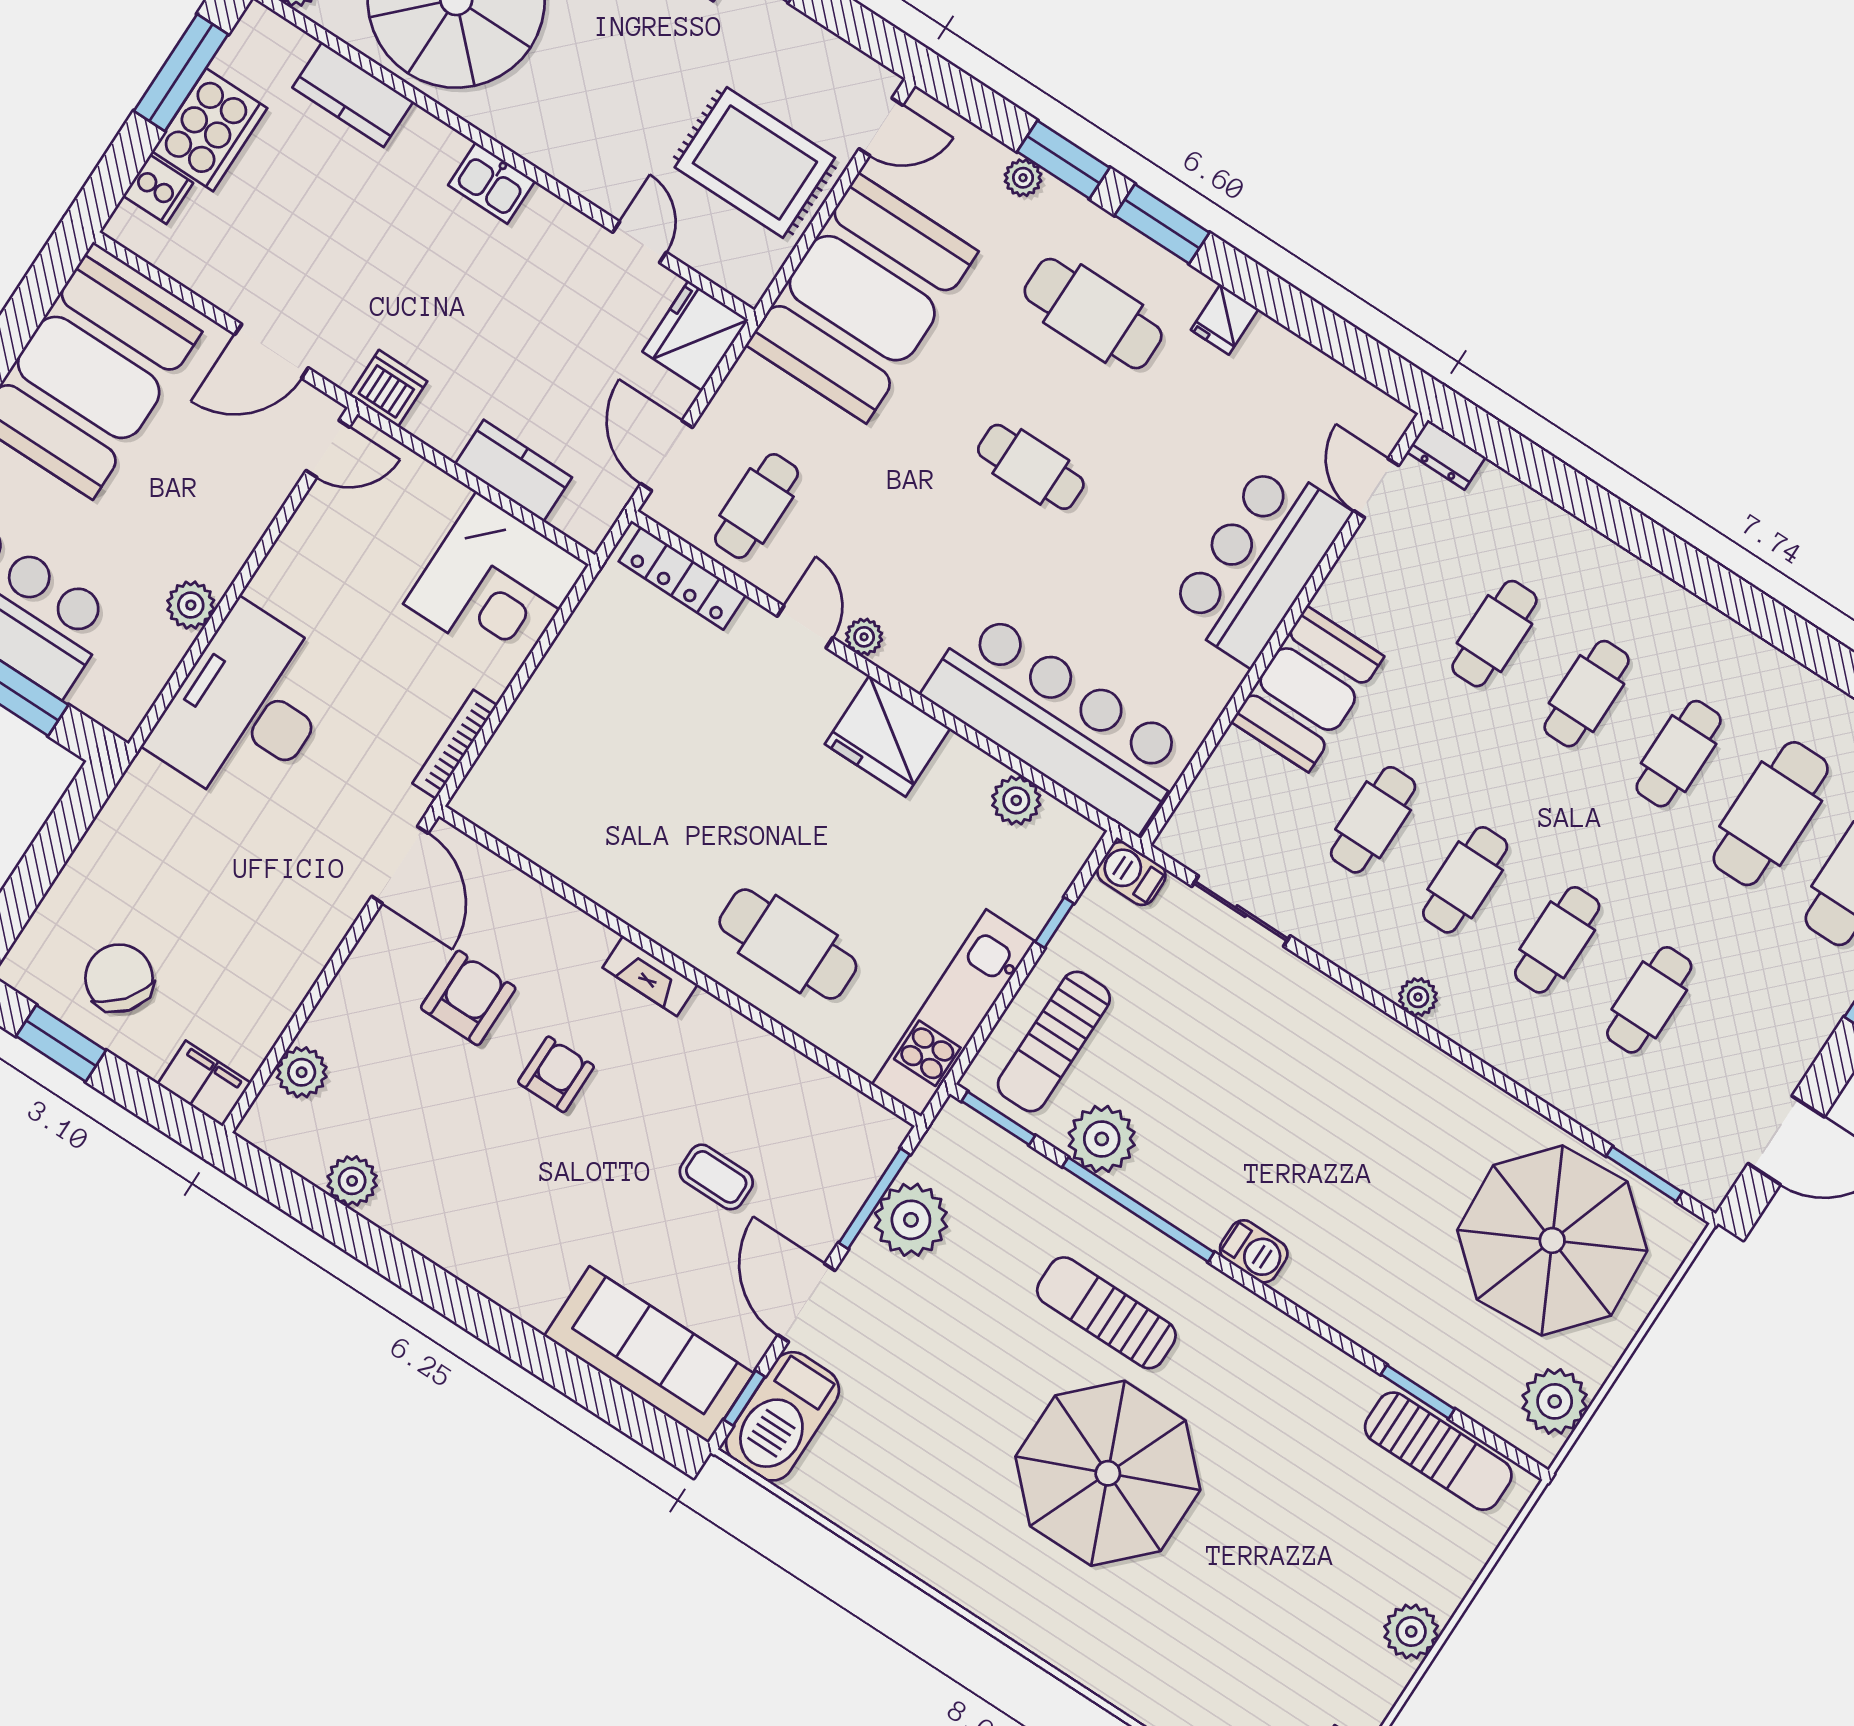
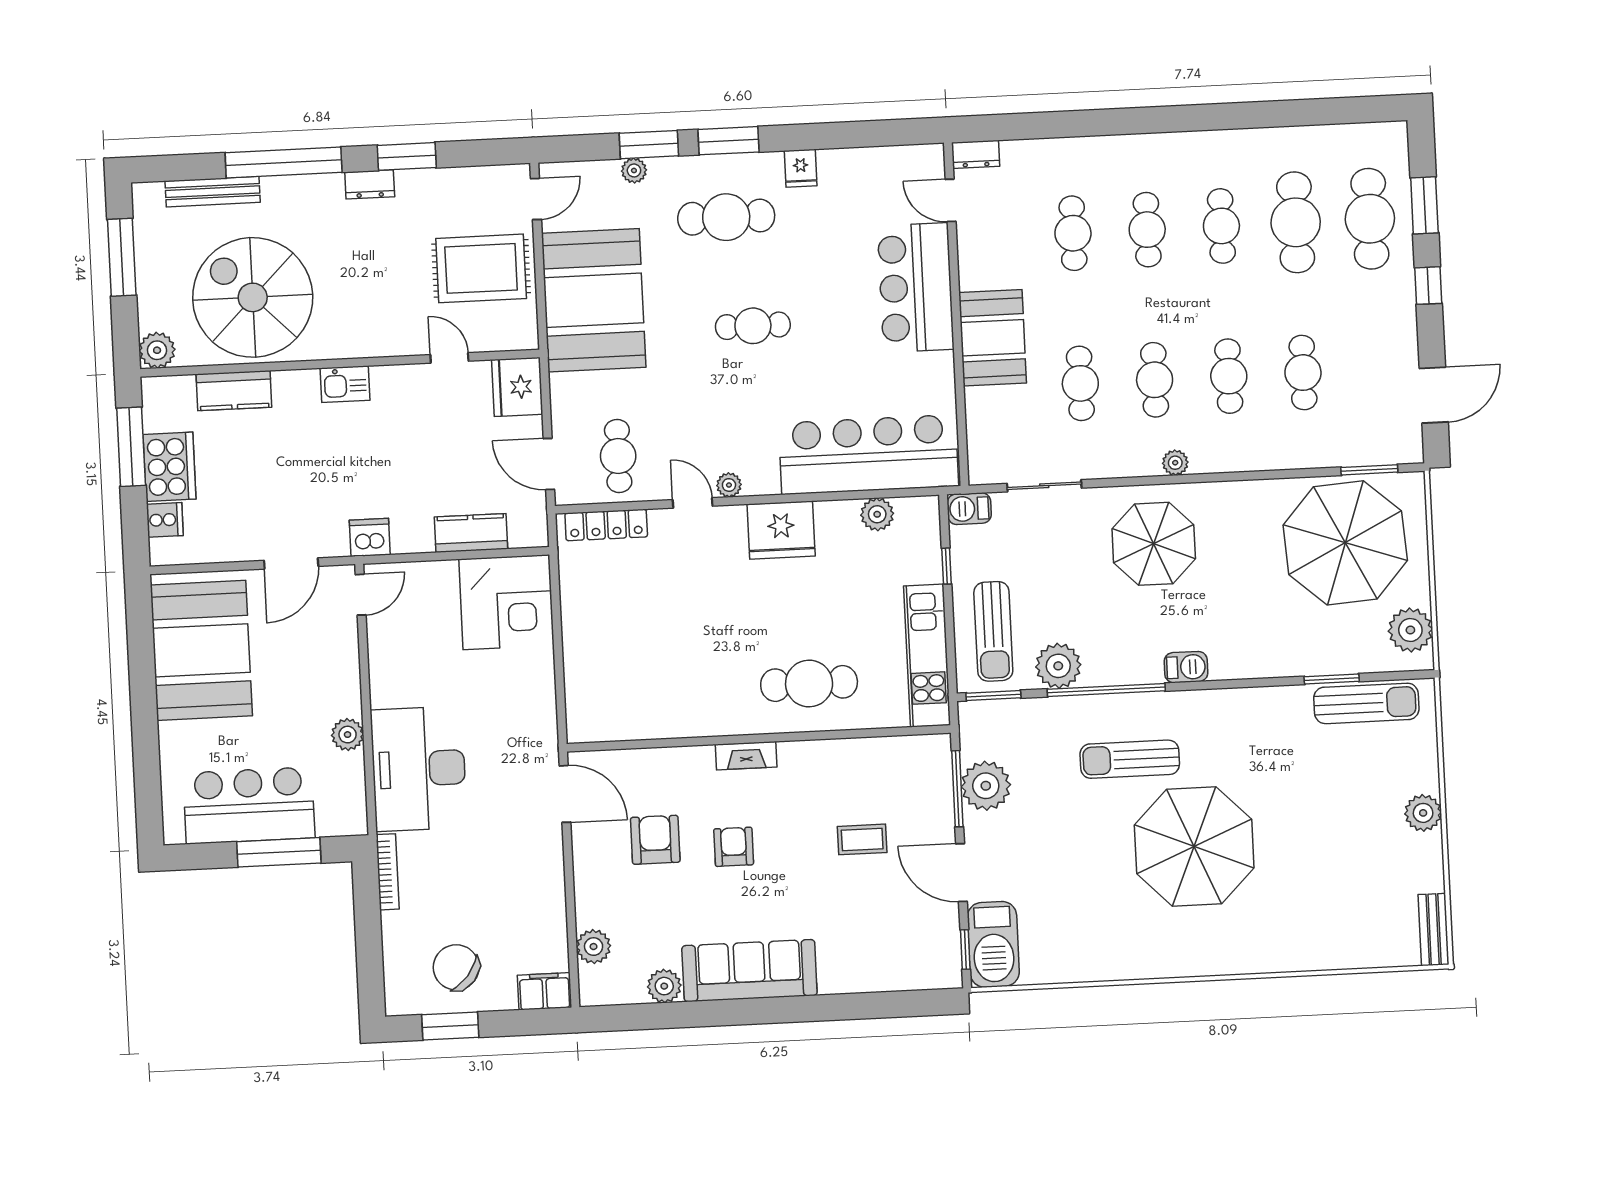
bookcase: (455, 744) -> (388, 872), moved, turned 180
parasol: (1322, 1076) -> (1154, 544), added
sofa: (649, 1355) -> (749, 971), moved

